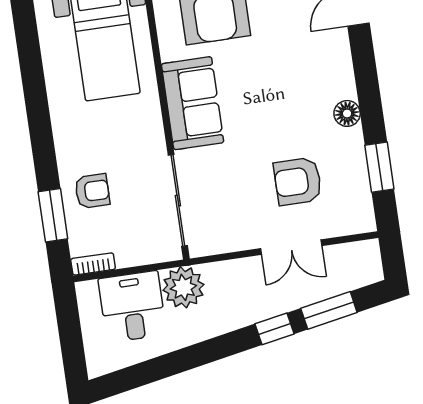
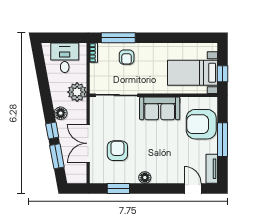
window: (53, 215) -> (118, 38), width x1.44
double door: (291, 247) -> (88, 143), width x1.37
desk: (132, 307) -> (65, 58), moved, turned -90
floor lamp: (234, 316) -> (61, 113), added

